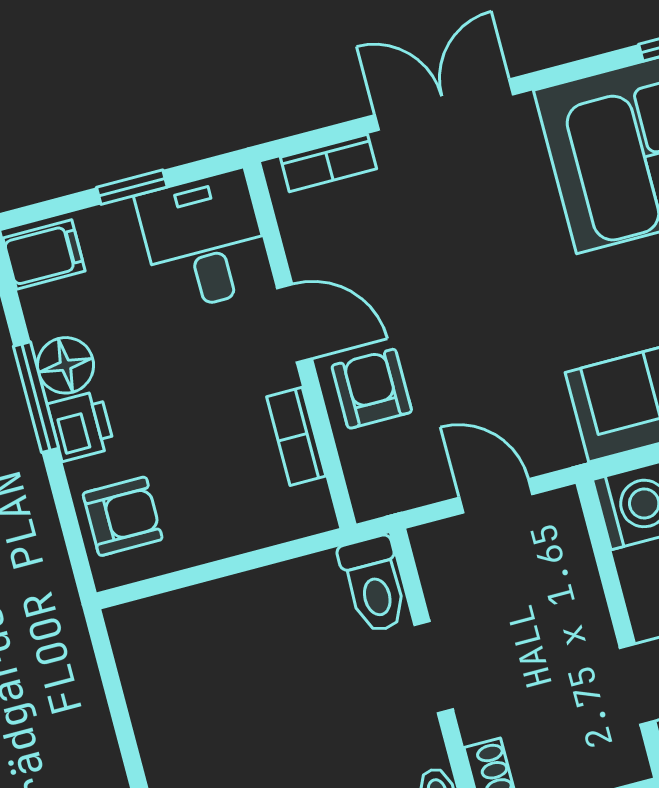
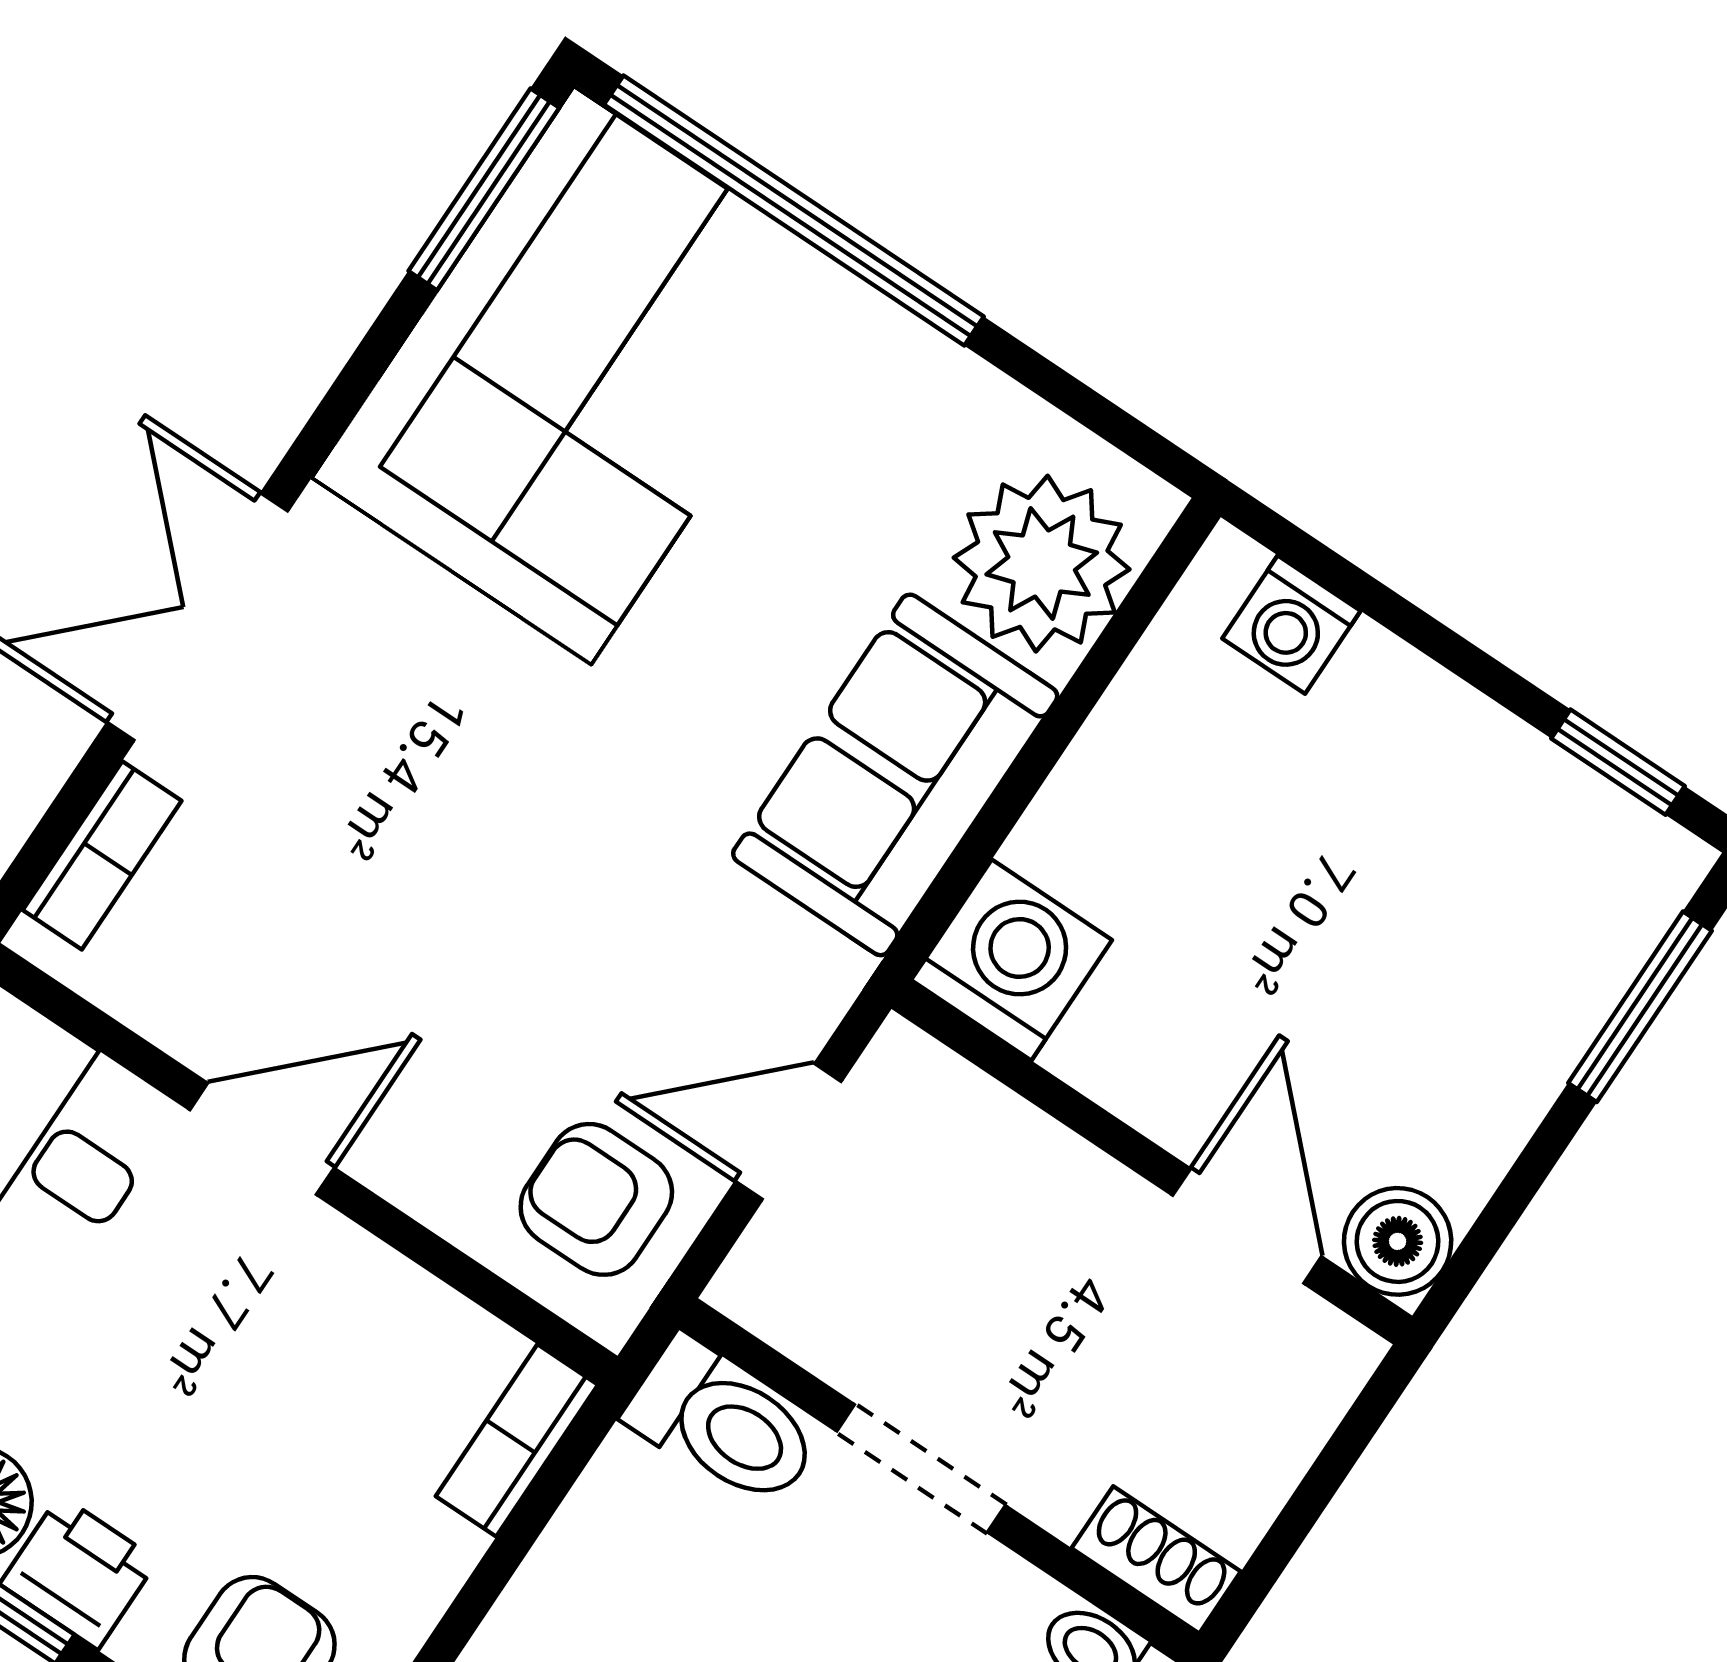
armchair: (372, 389) -> (596, 1199), moved
bookcase: (296, 436) -> (517, 1440), moved, turned 90

